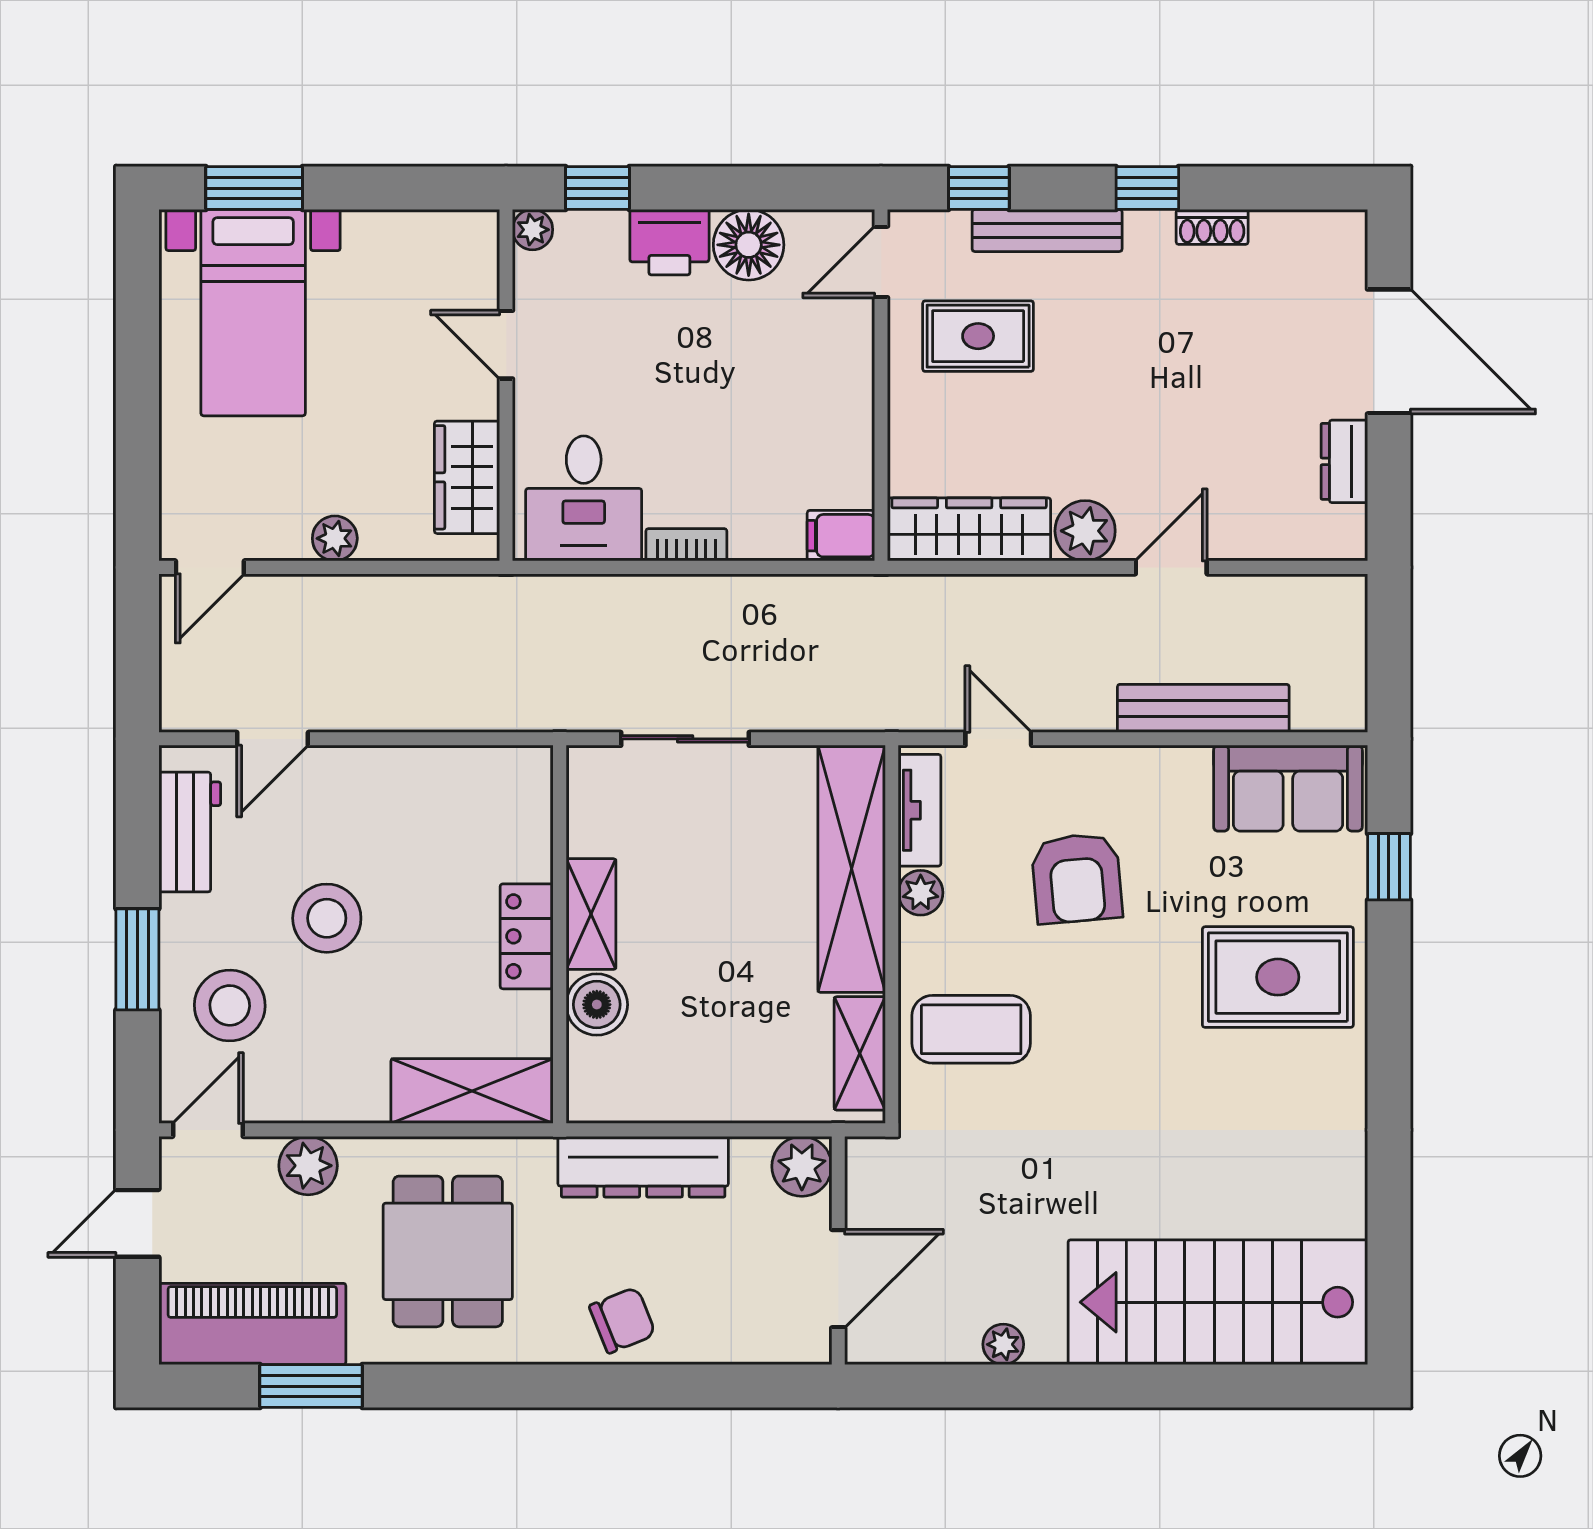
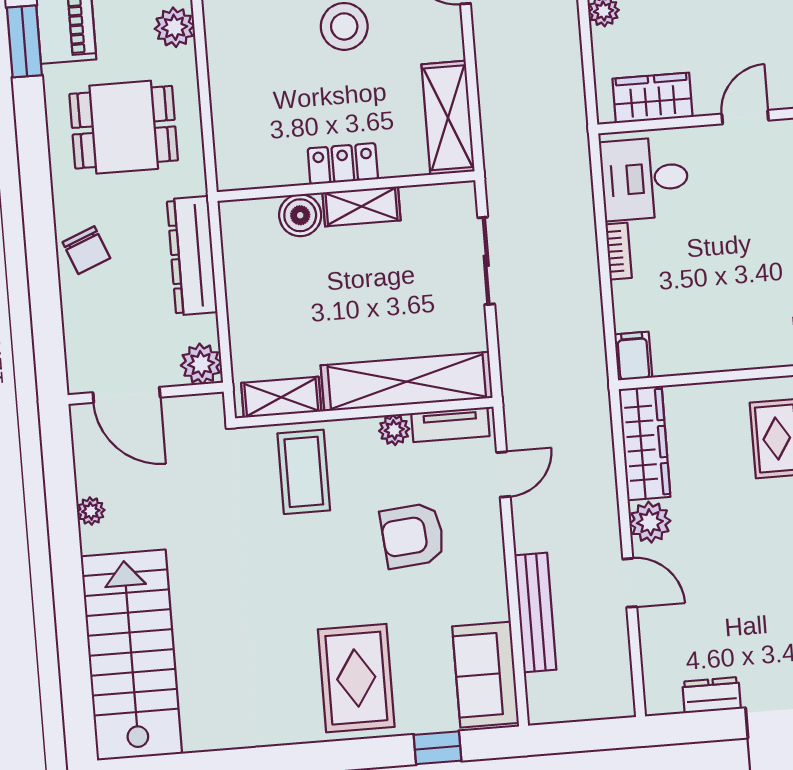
shelving: (472, 1091) -> (448, 118), moved

